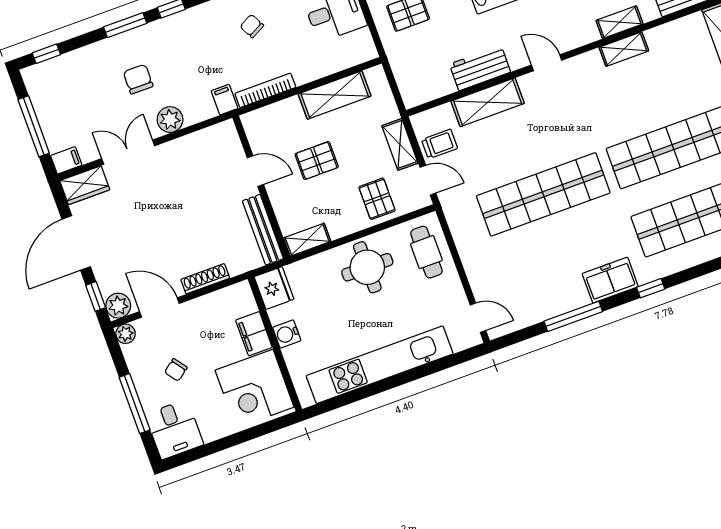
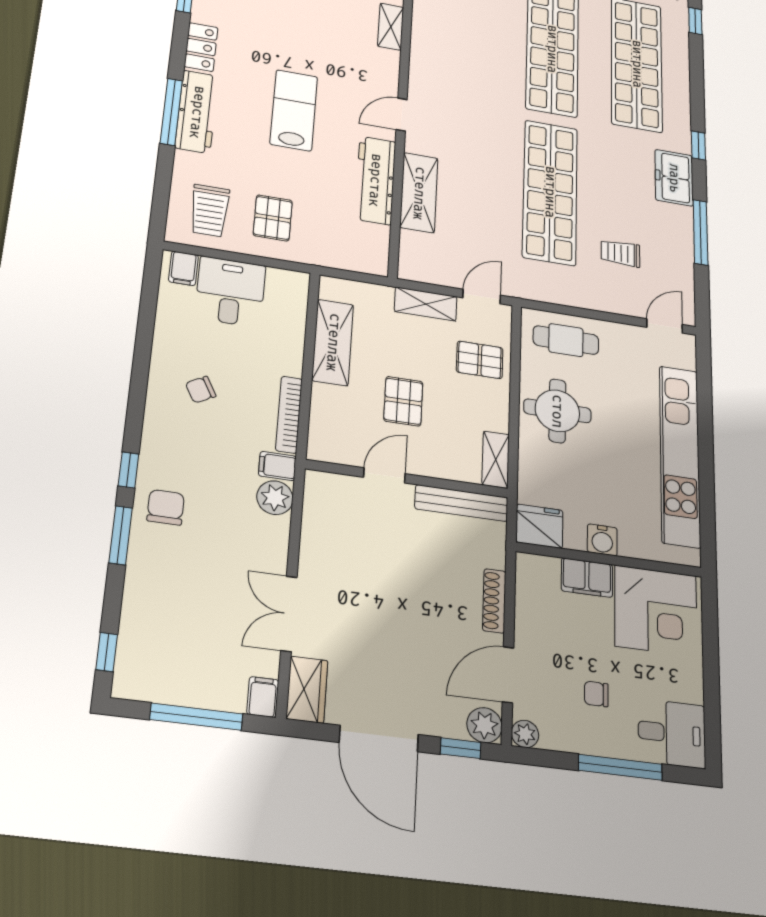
shelving: (624, 49) -> (423, 38), removed
workbench: (480, 68) -> (375, 180), width x1.38
chair: (138, 79) -> (166, 507), moved, turned 90
plant: (170, 120) -> (275, 498), moved
trolley: (439, 144) -> (620, 253), moved, turned -90
chair: (176, 370) -> (596, 694), turned 127

